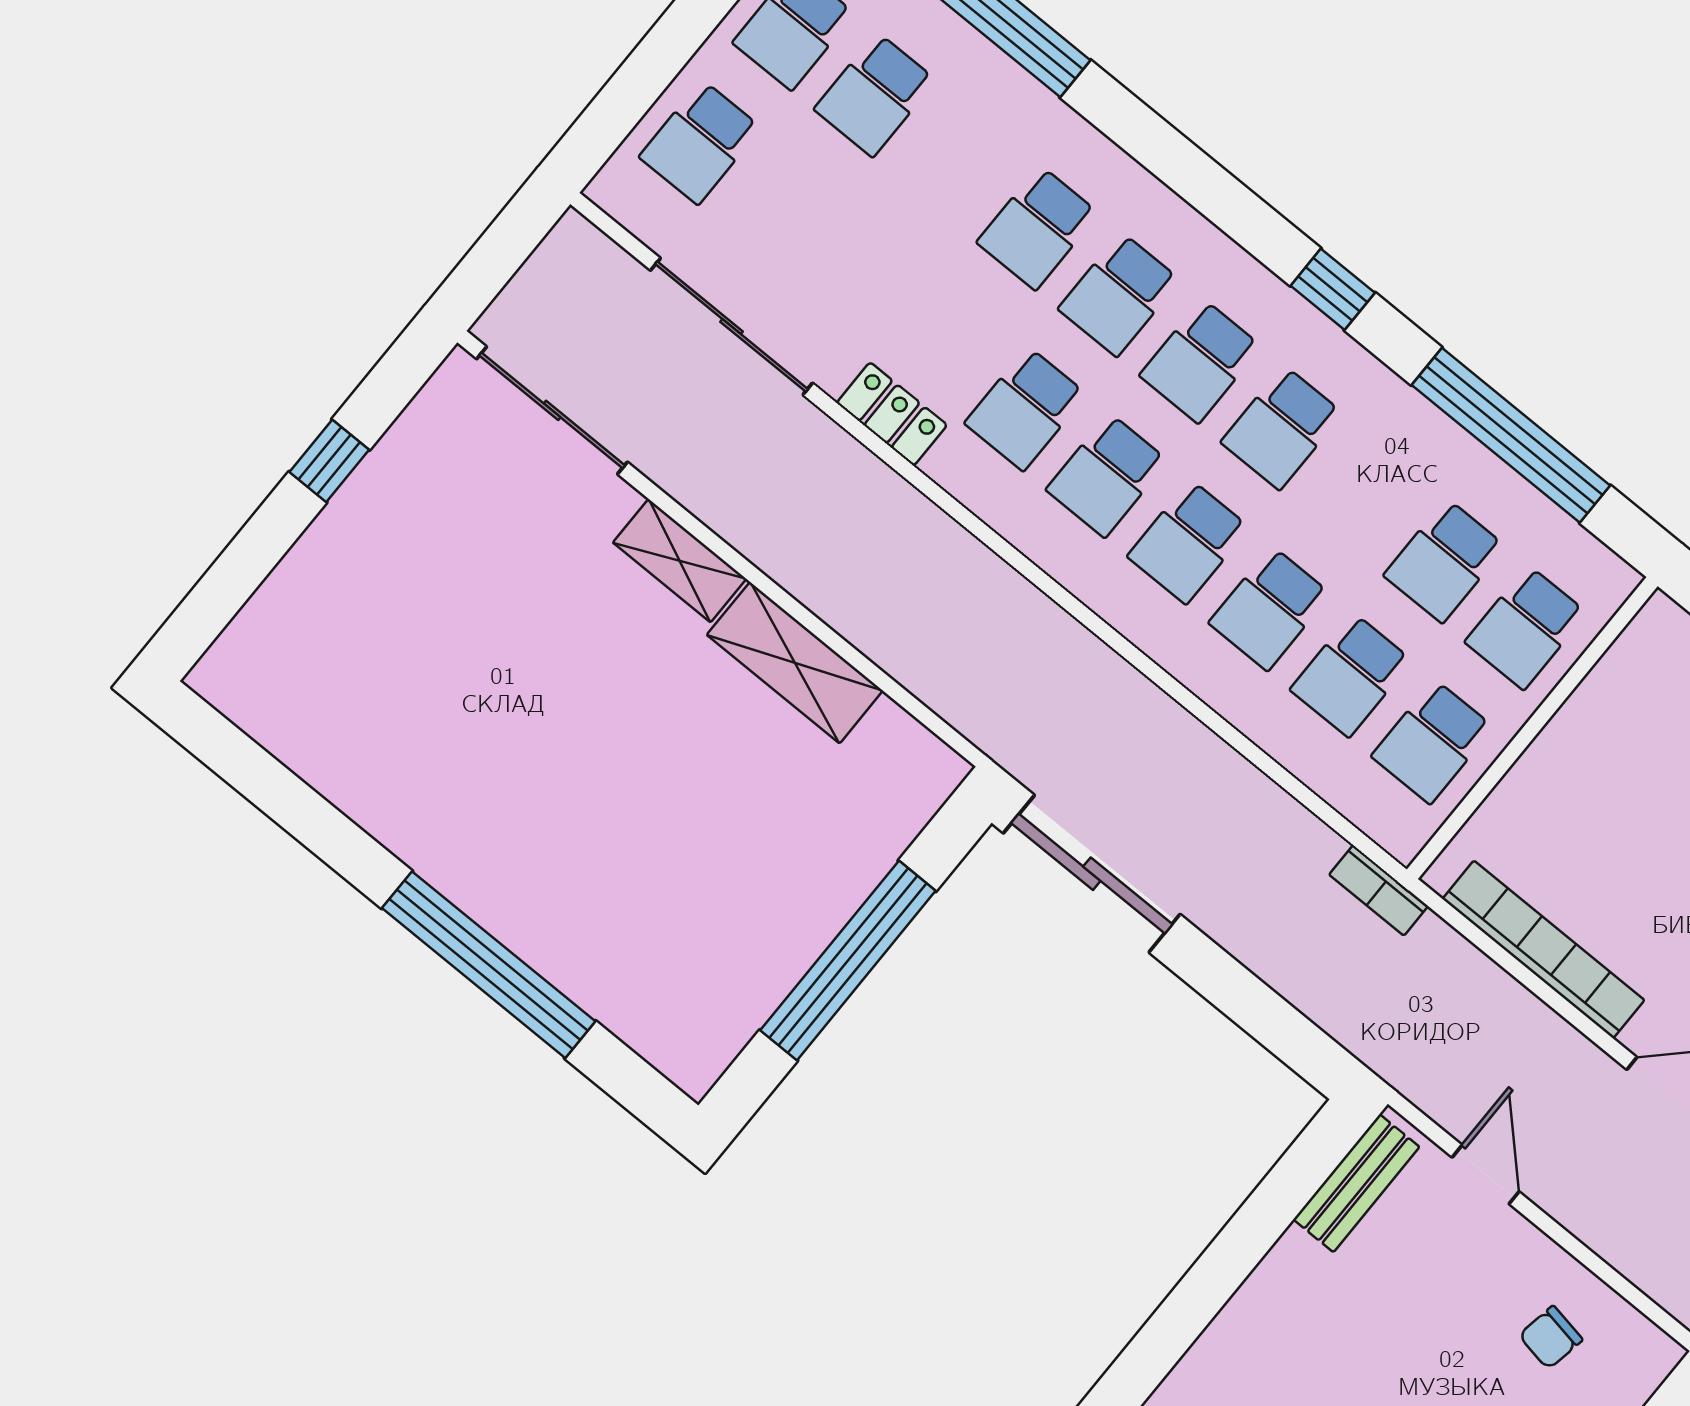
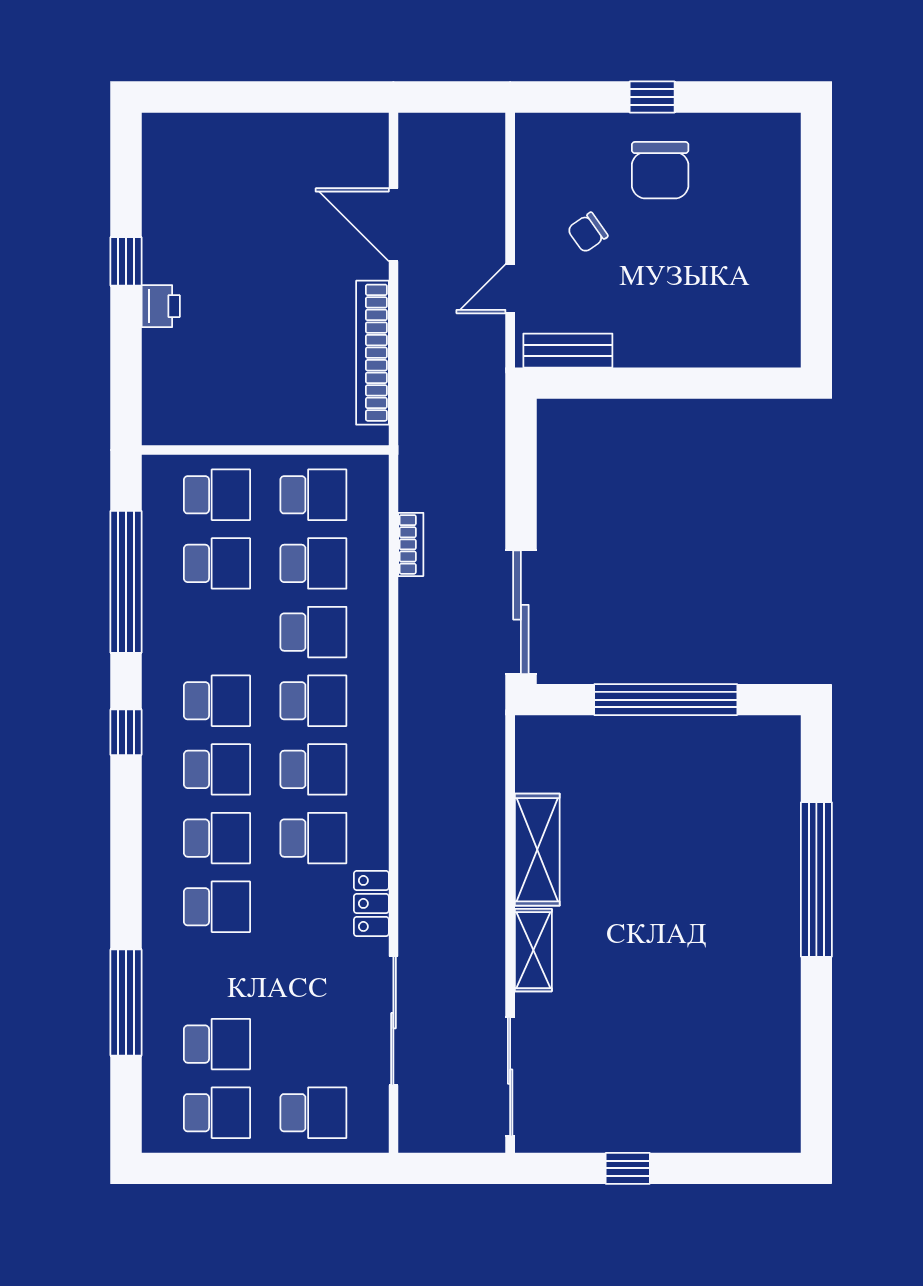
bookcase: (1379, 890) -> (411, 544), moved
chair: (1551, 1337) -> (588, 232), moved, turned 135

